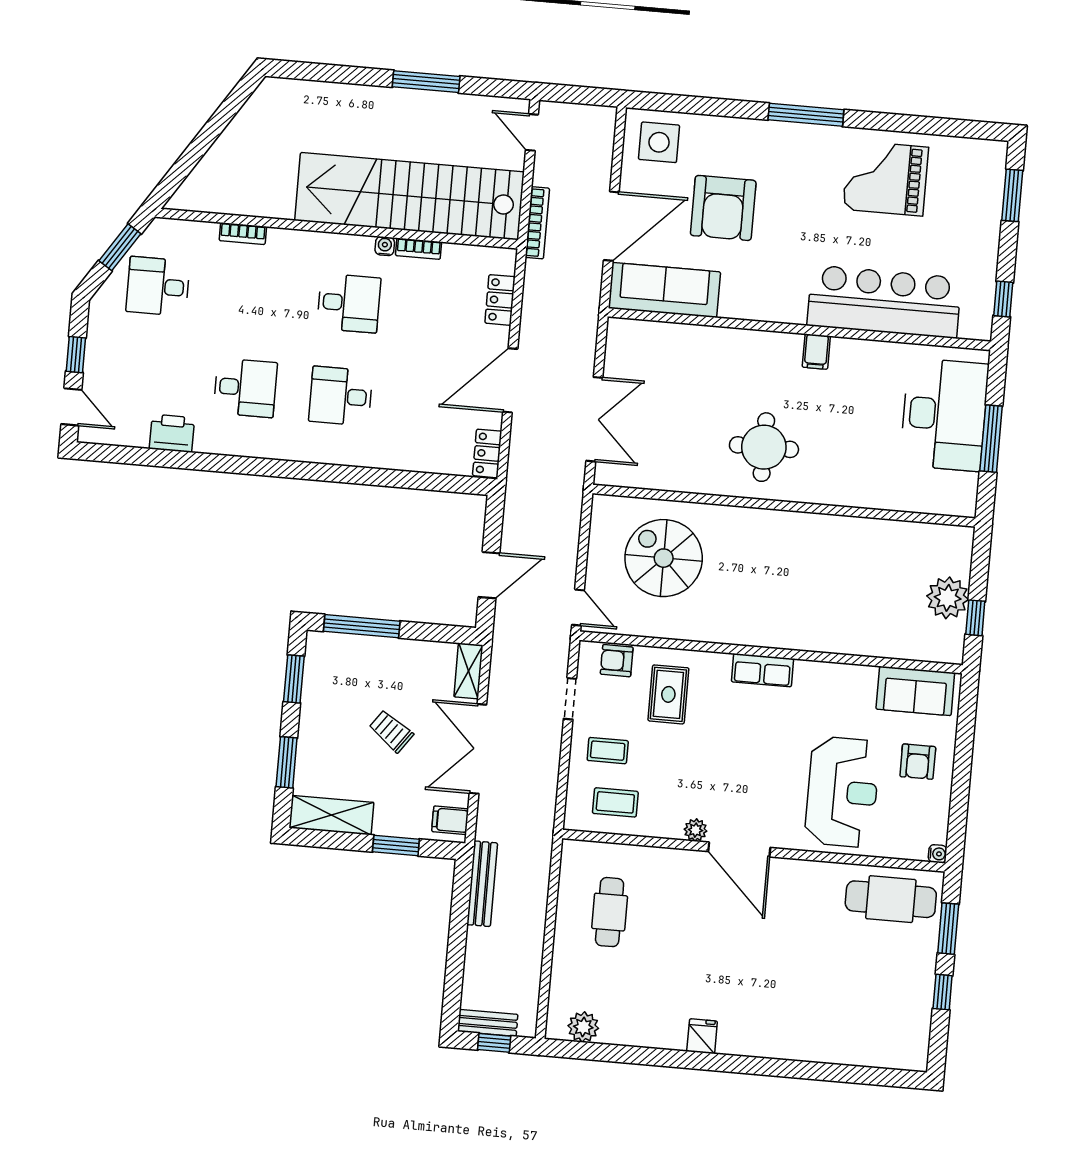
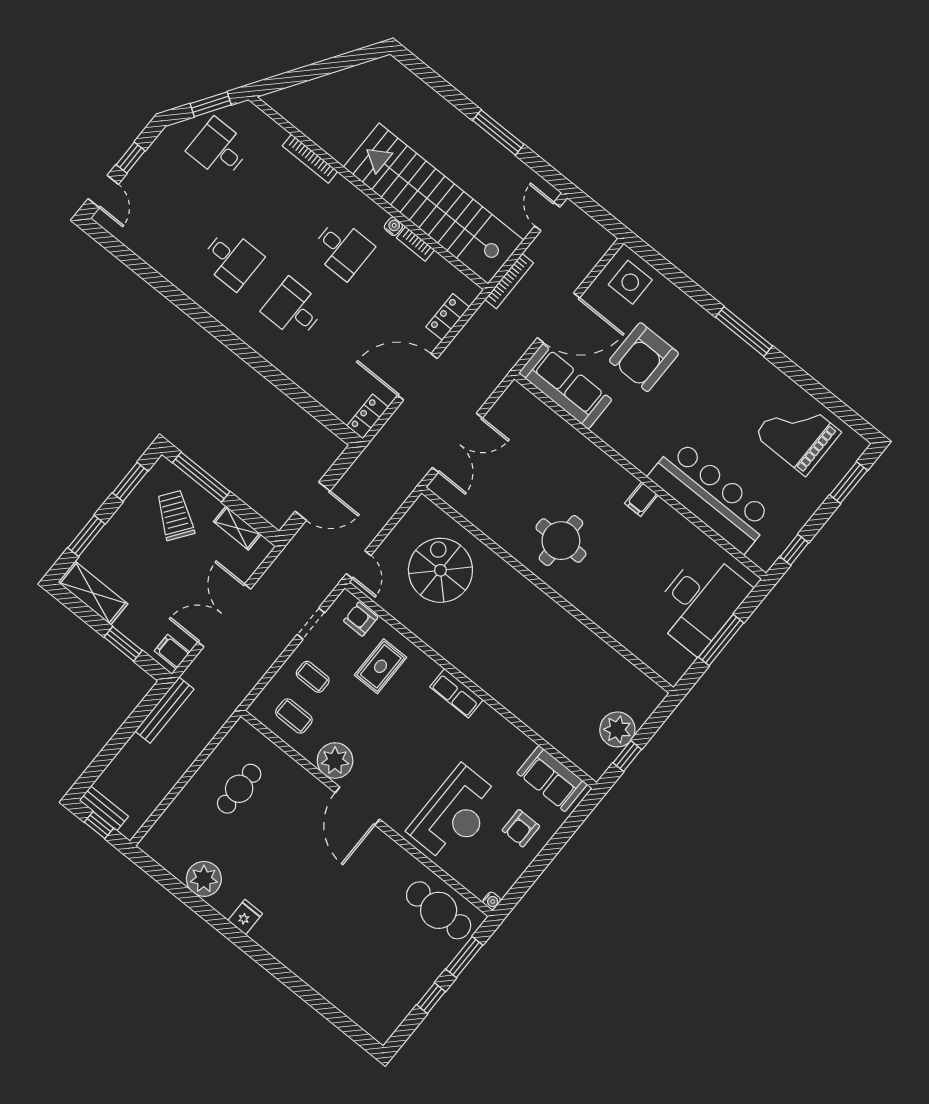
grand piano: (886, 178) -> (798, 434), moved
bookcase: (243, 234) -> (310, 159), width x1.56
printer: (172, 433) -> (160, 256), removed
shelving: (468, 671) -> (237, 528), moved, turned 90
trolley: (391, 731) -> (175, 515), moved, width x1.36, depth x1.39
plant: (696, 830) -> (335, 761), width x1.87, depth x1.87
plant: (583, 1027) -> (204, 879), moved, width x1.36, depth x1.36

